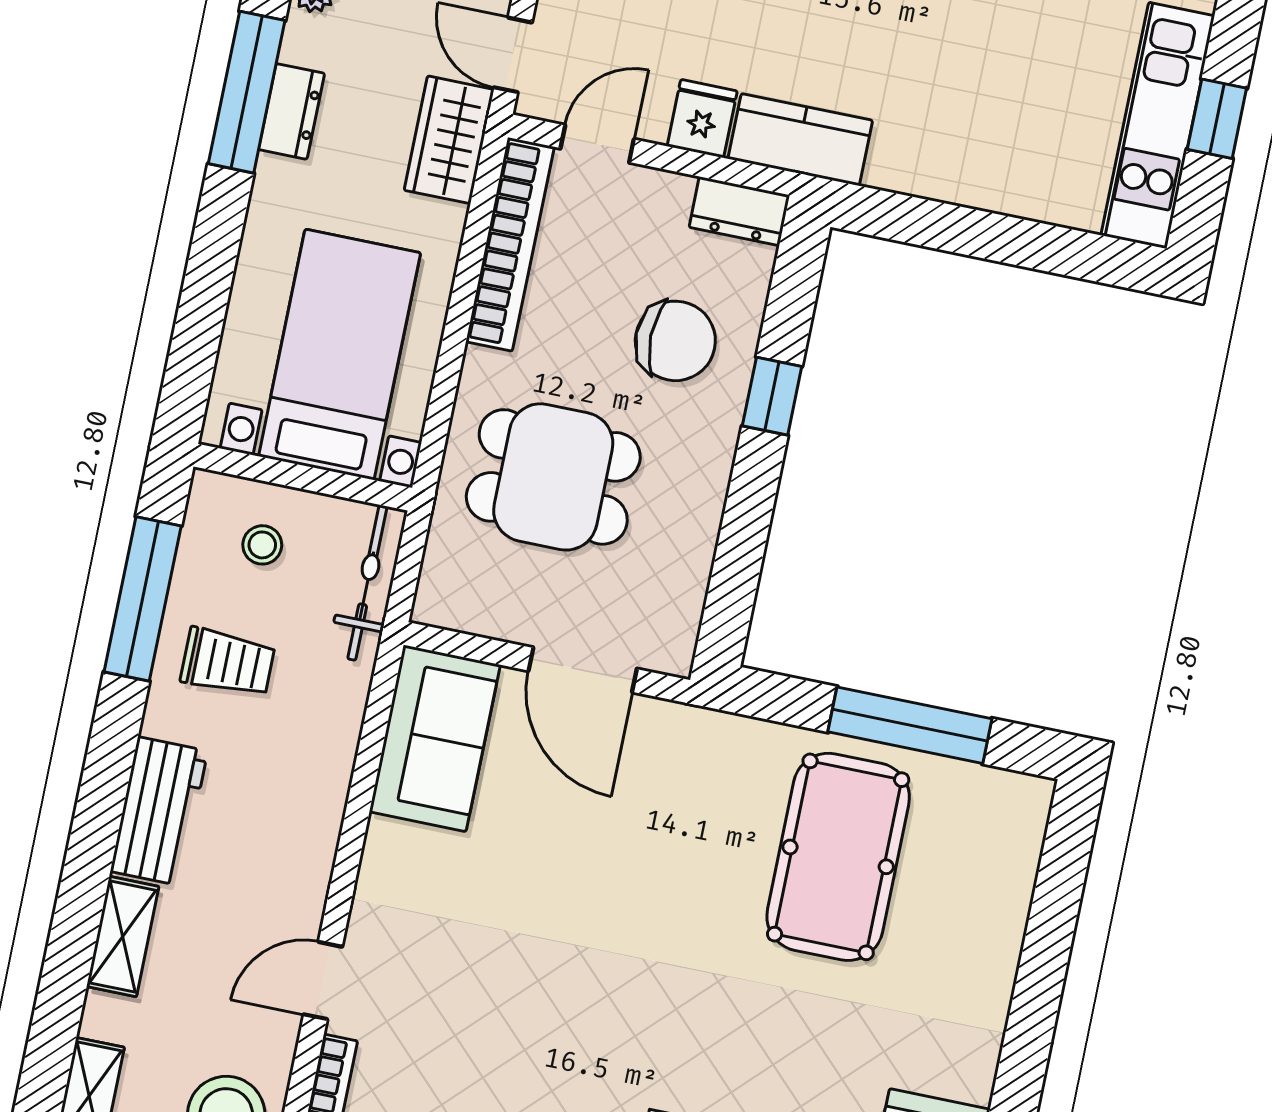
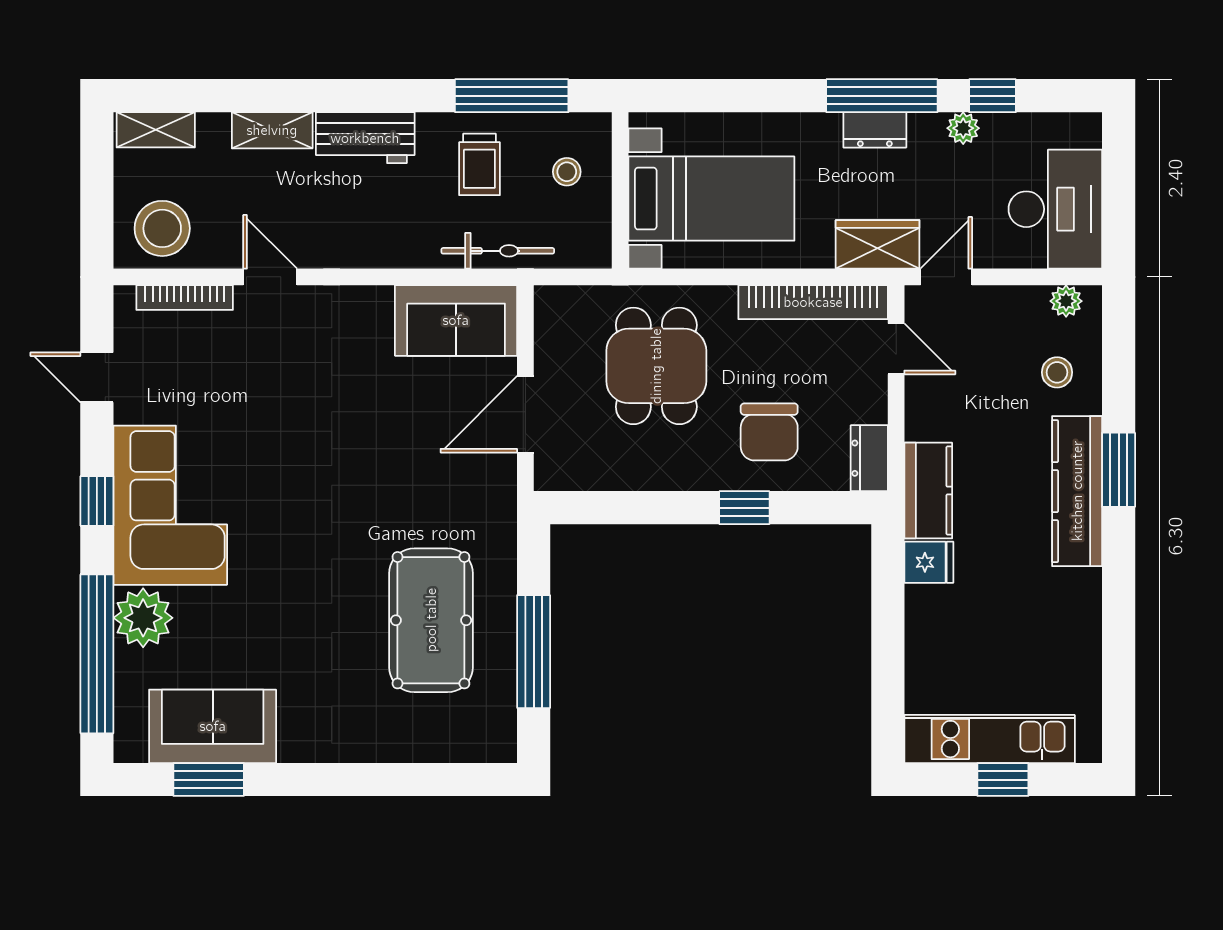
fridge: (702, 119) -> (929, 562), moved
bicycle: (367, 583) -> (498, 251), moved
pool table: (838, 857) -> (431, 620), turned 90

